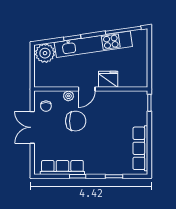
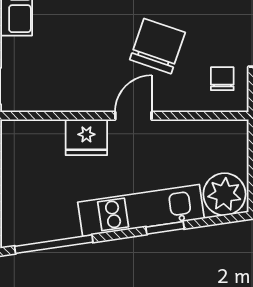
kitchen unit: (93, 44) -> (141, 210), width x0.73
plant: (68, 96) -> (173, 101), removed
chair: (76, 121) -> (157, 46), turned 109

